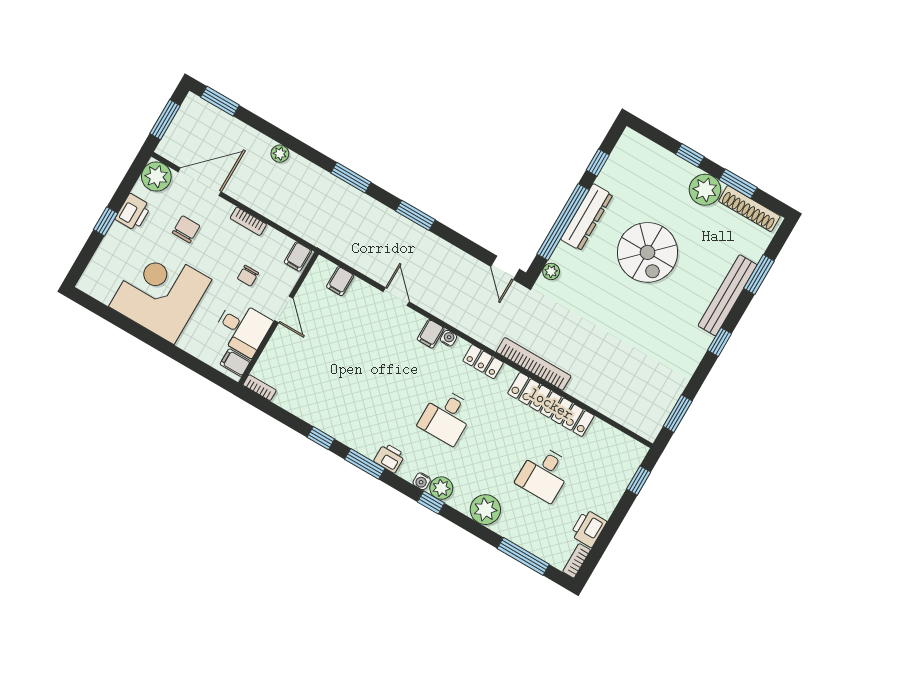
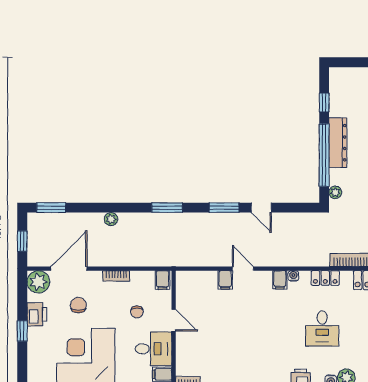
window: (165, 120) -> (22, 241), width x0.67
door: (505, 268) -> (261, 208), moved
filing cabinet: (340, 281) -> (225, 280), moved

